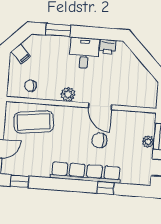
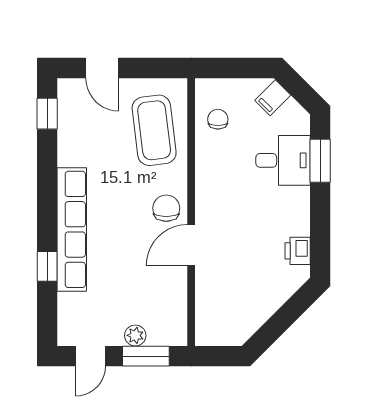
desk: (84, 53) -> (283, 160), moved
plant: (68, 94) -> (208, 187), removed
chair: (99, 140) -> (166, 208), moved

